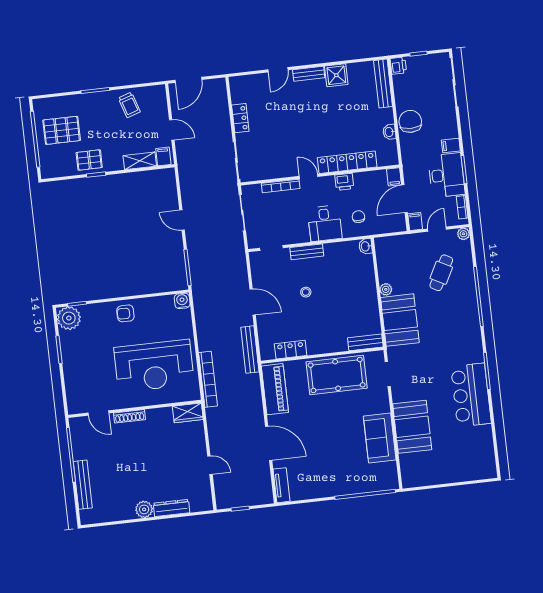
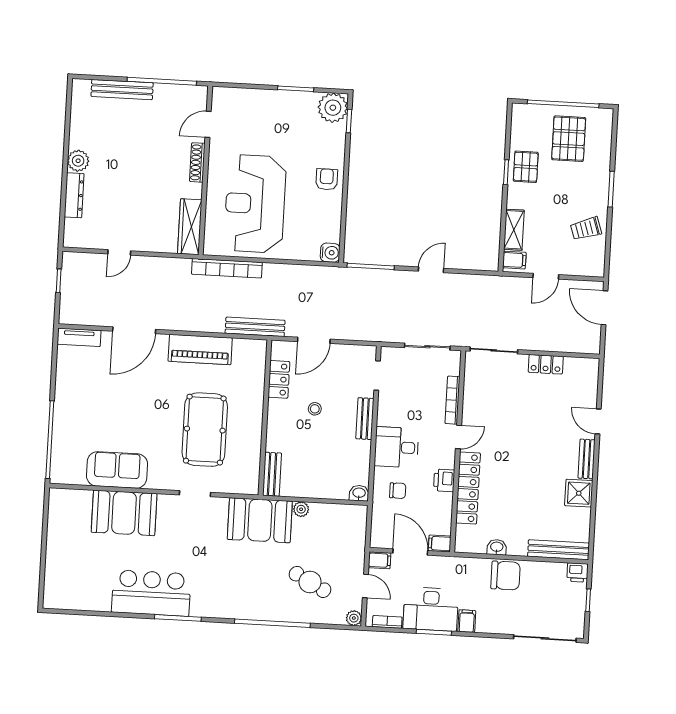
bench: (365, 342) -> (272, 474), moved
locker: (291, 350) -> (279, 379), moved
wall: (322, 355) -> (265, 418), moved
wardrobe: (188, 413) -> (190, 227), width x1.50

